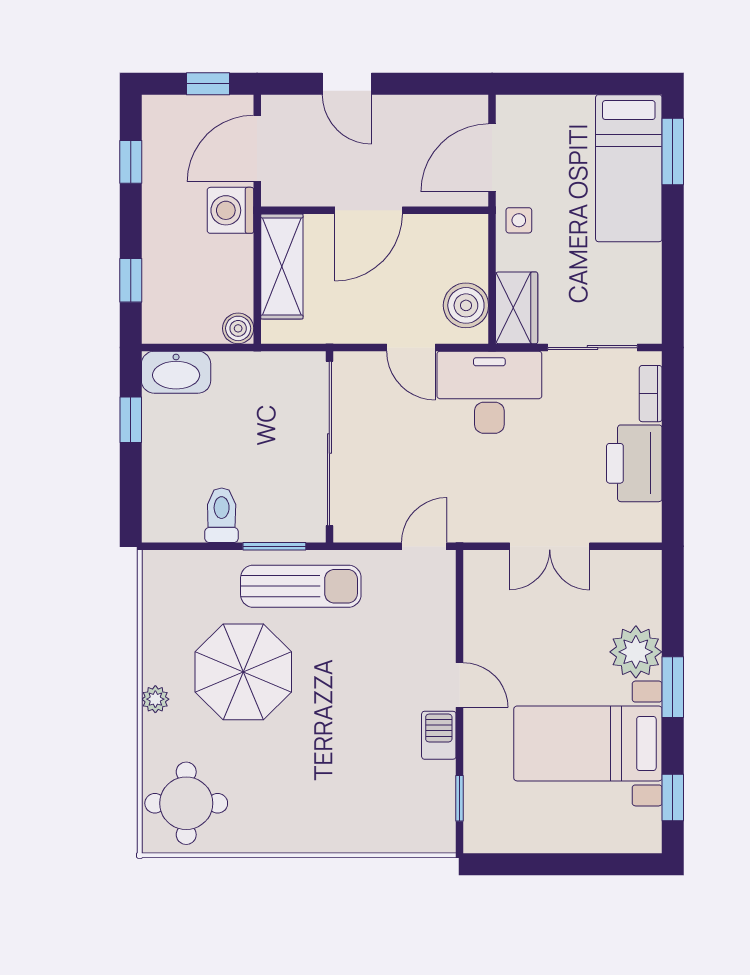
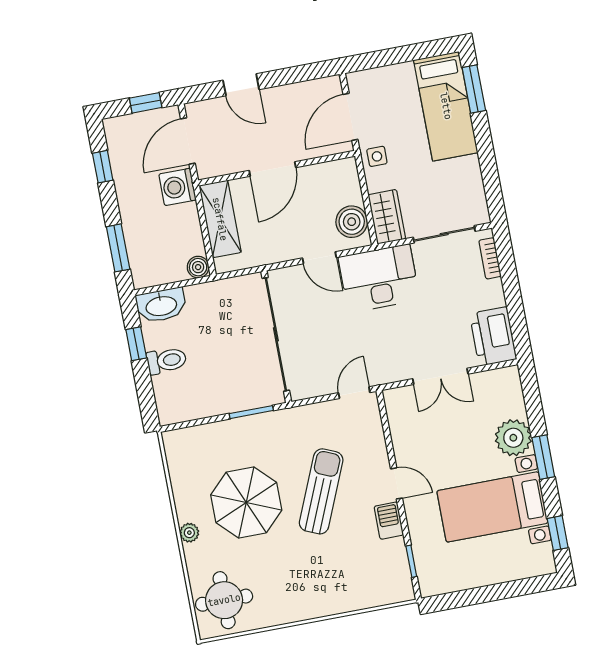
window: (131, 280) -> (118, 248), width x1.50
printer: (634, 463) -> (493, 336), moved
toilet: (222, 515) -> (167, 361), moved, turned 90
sun lounger: (301, 586) -> (321, 491), moved, turned -67

